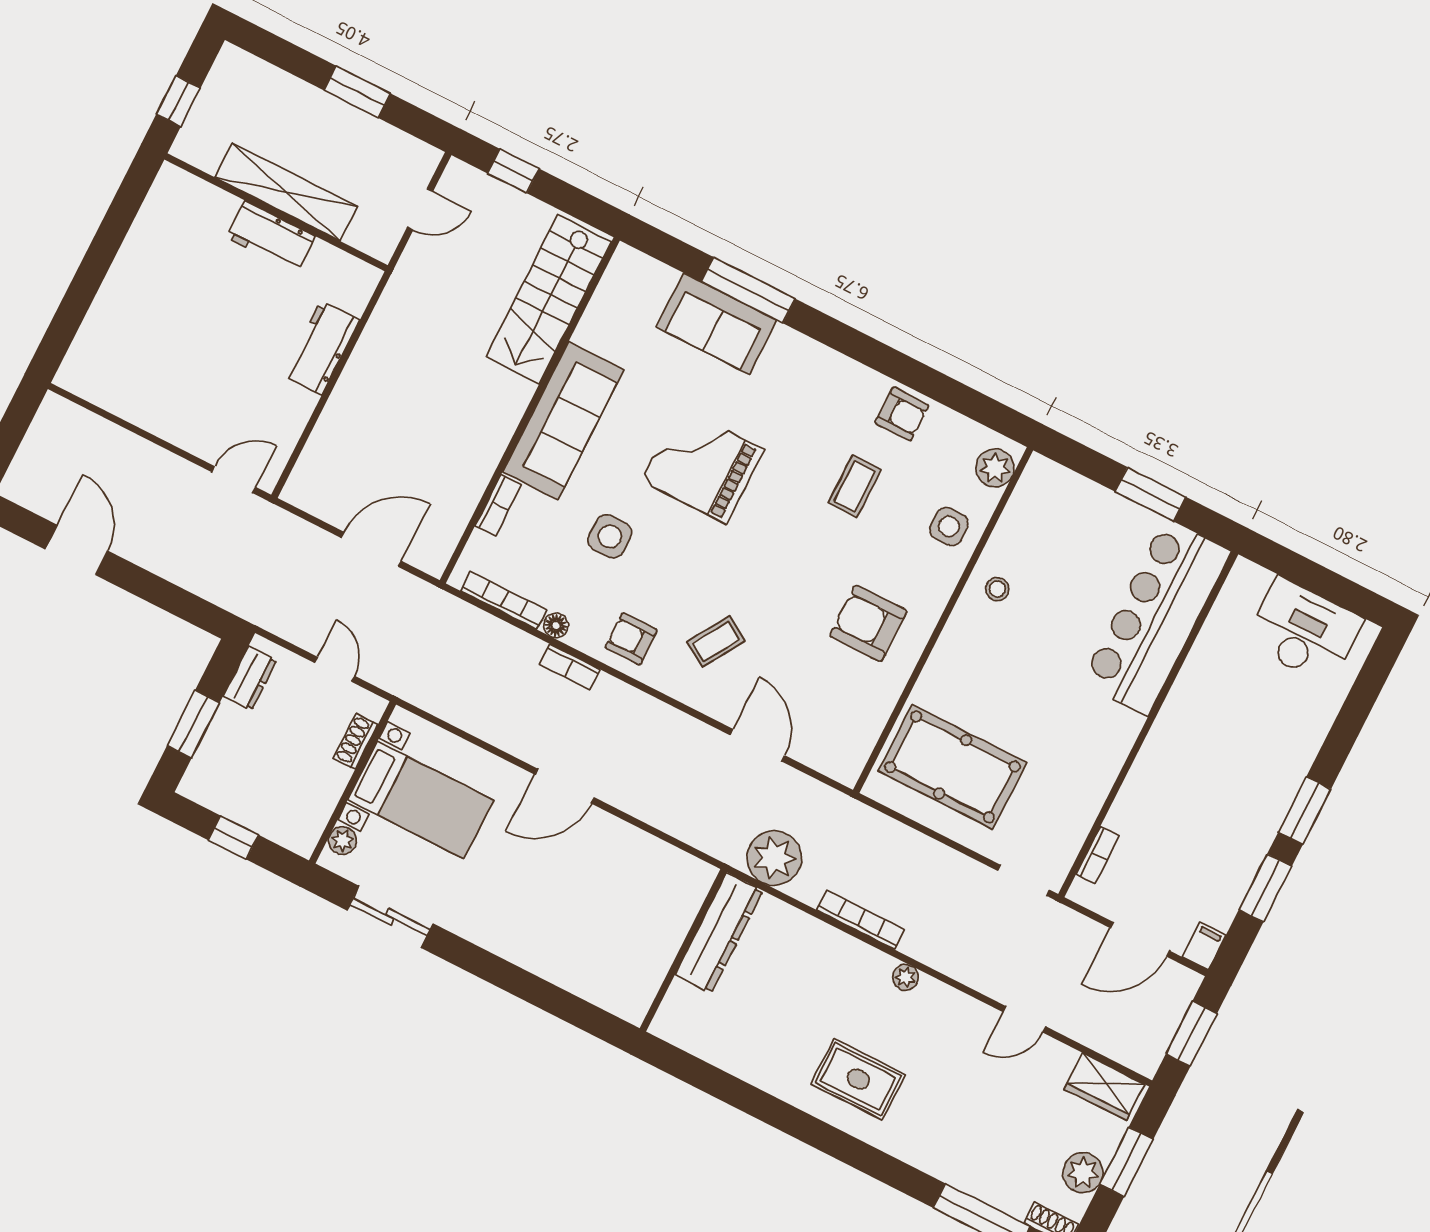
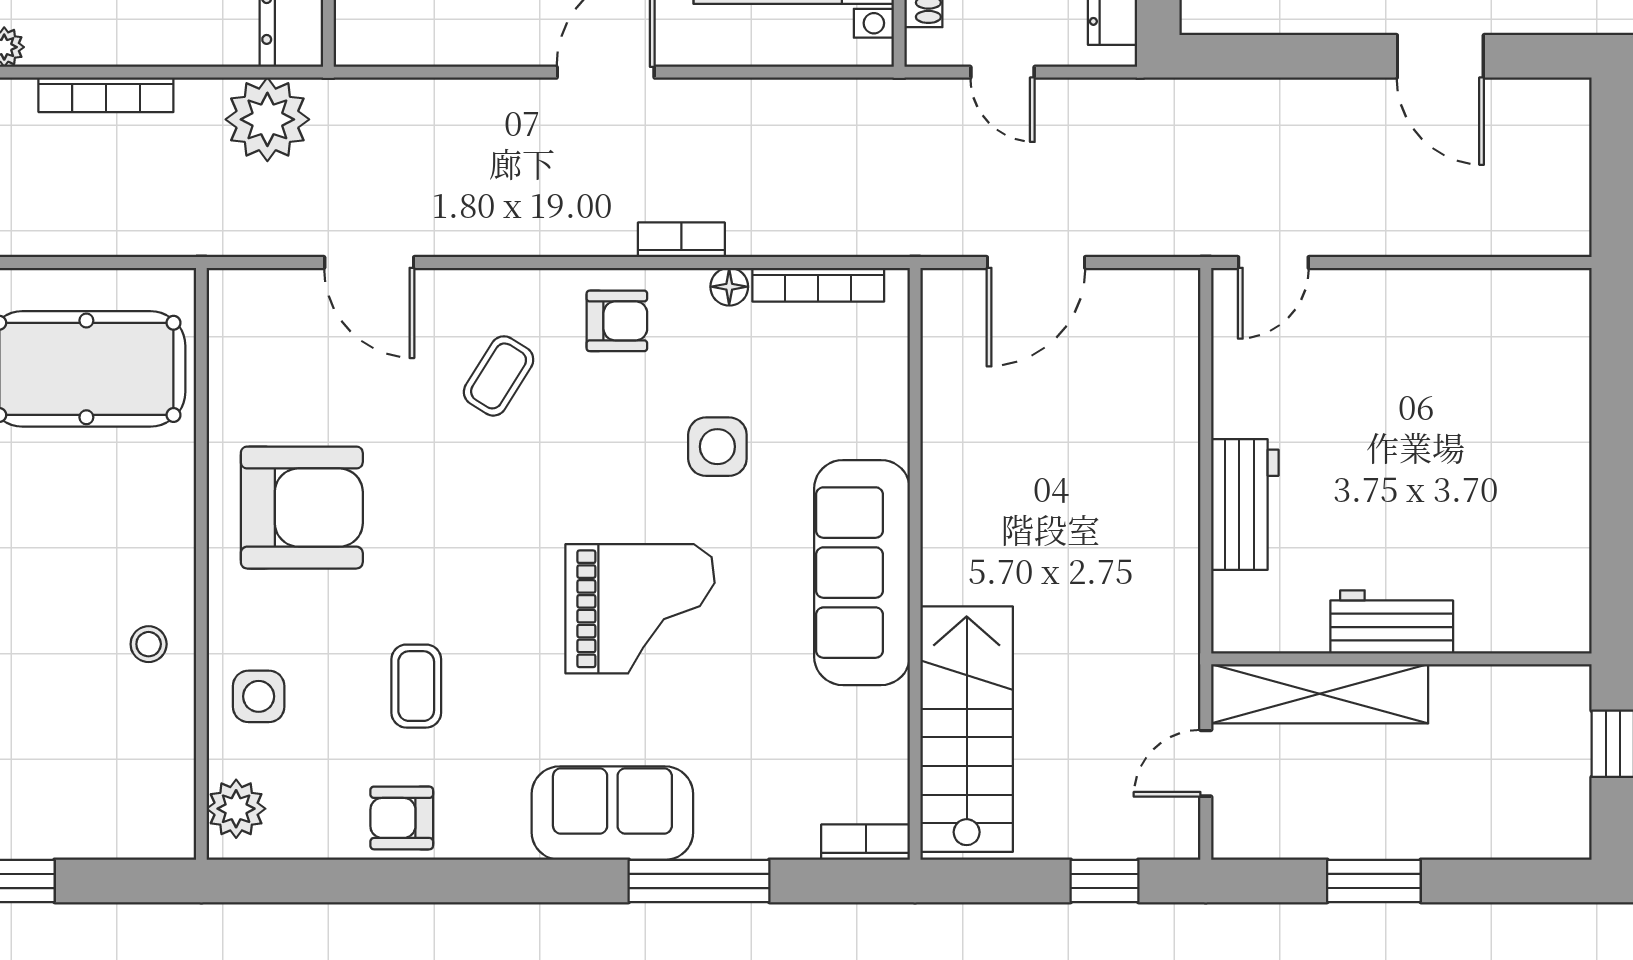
shelving: (286, 192) -> (1320, 694), moved
sofa: (717, 324) -> (612, 813), moved
bookcase: (498, 505) -> (866, 842), moved, turned 90
armchair: (868, 623) -> (302, 508), width x1.36, depth x1.36

